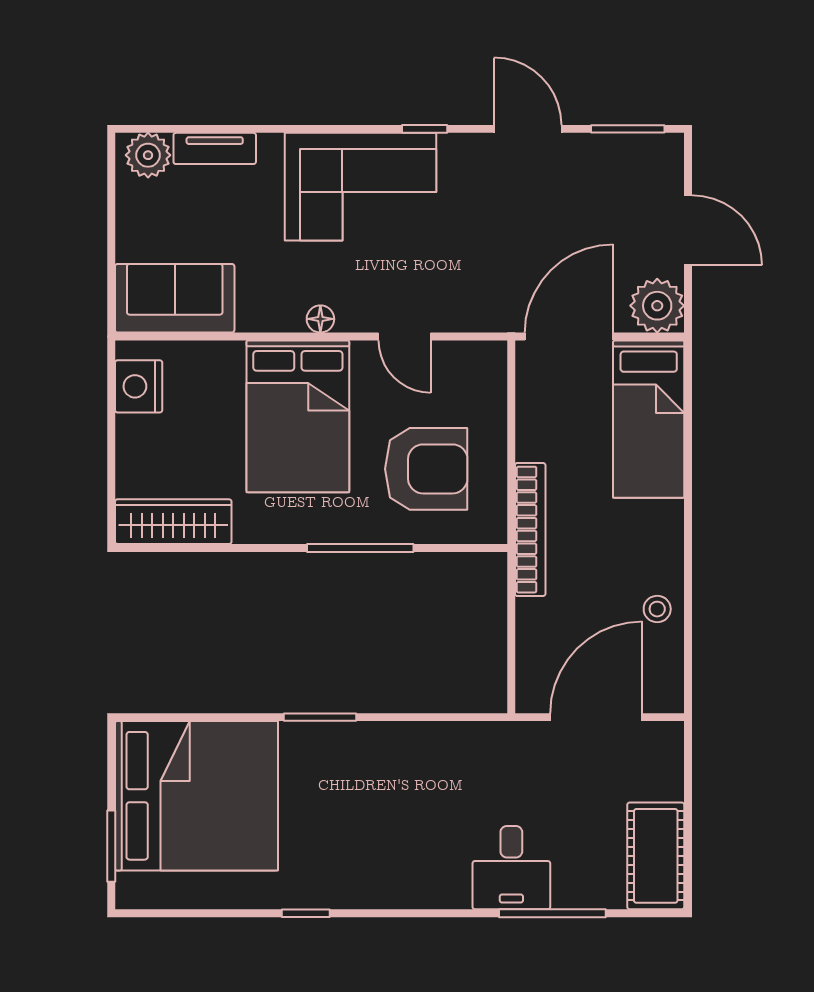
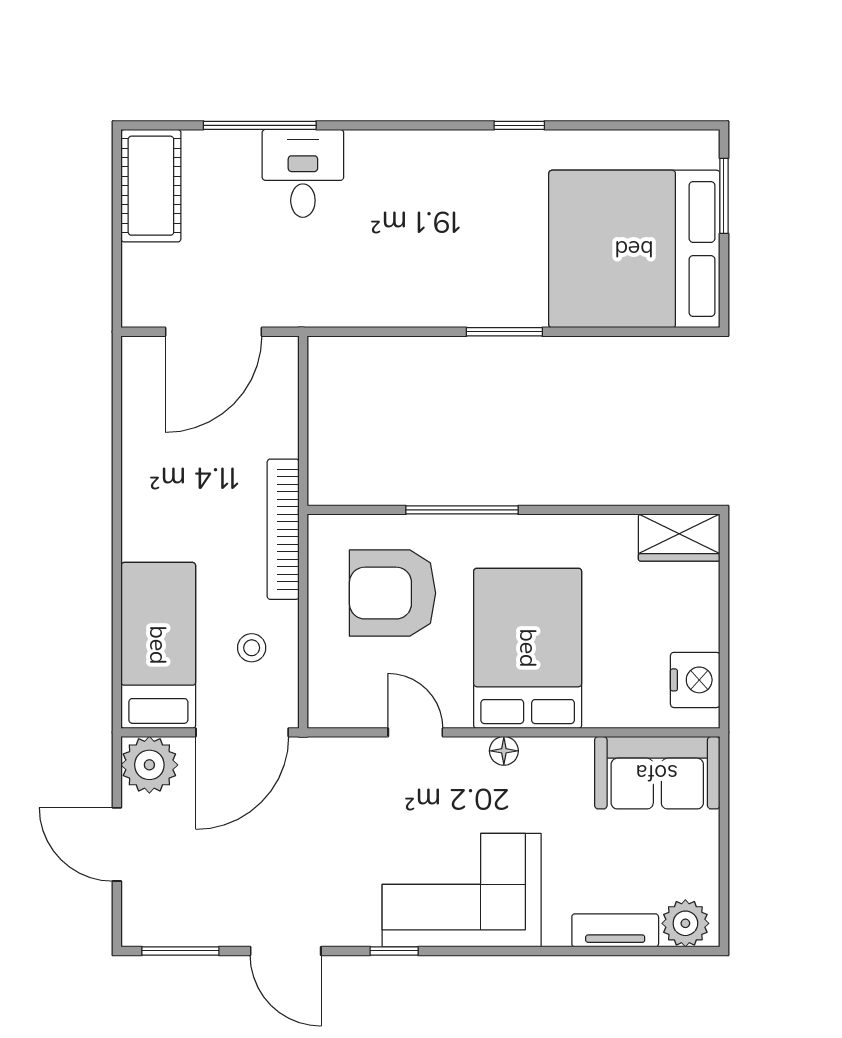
wardrobe: (173, 522) -> (679, 538), width x0.67
stool: (657, 609) -> (252, 648), moved

